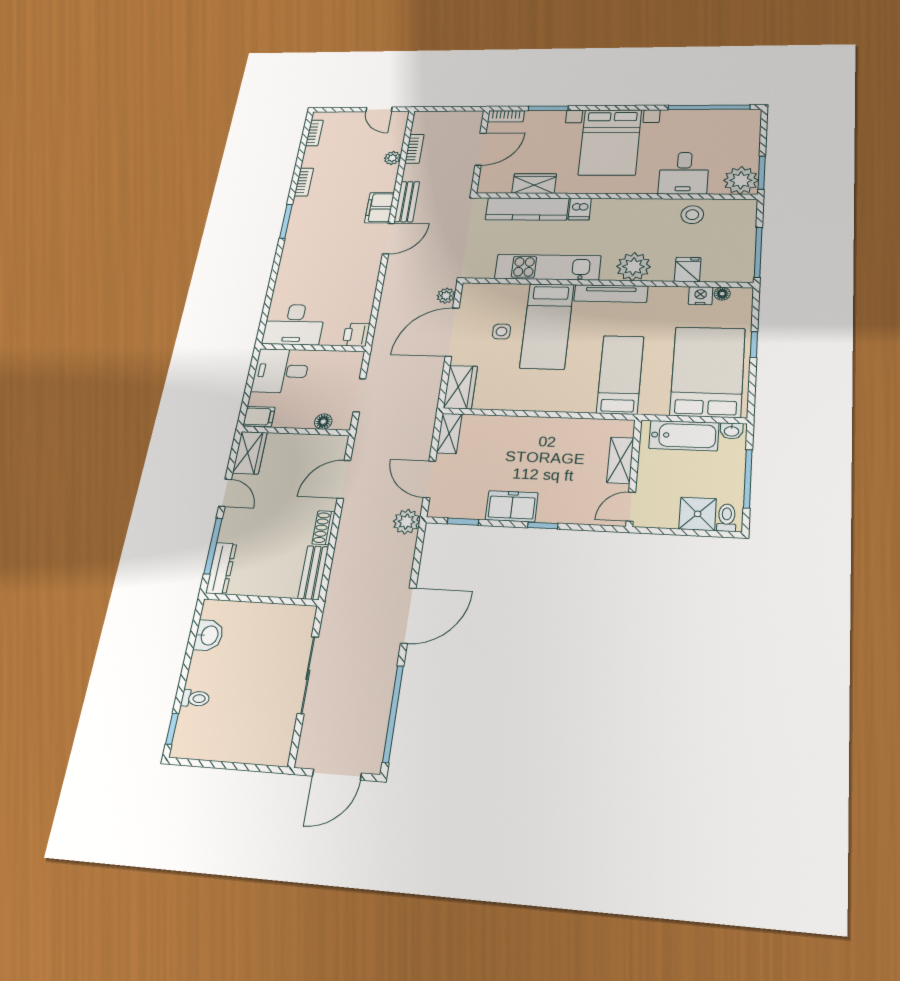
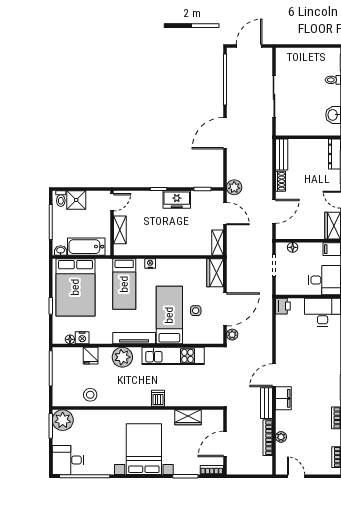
bookcase: (414, 149) -> (268, 438), width x1.56
desk: (684, 173) -> (68, 460), moved, turned -90
kitchen counter: (527, 209) -> (190, 398), removed
nightstand: (571, 405) -> (150, 264), added

